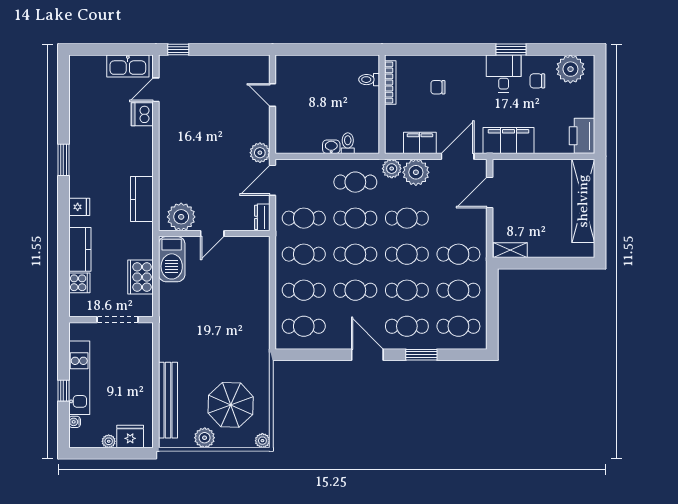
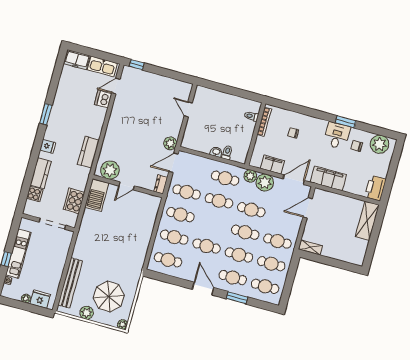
freezer: (88, 67) -> (77, 60), added
shelving: (583, 201) -> (367, 221), width x0.68
cafe table: (355, 254) -> (213, 223), removed

